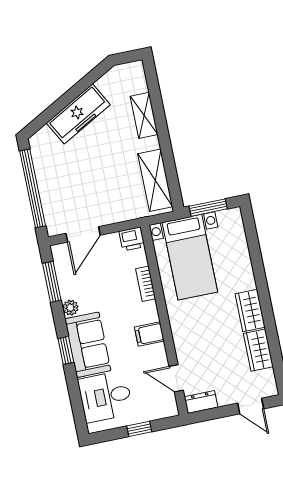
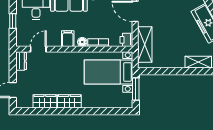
shelving: (155, 180) -> (145, 45), moved, turned 90
floor lamp: (150, 310) -> (82, 42), added

